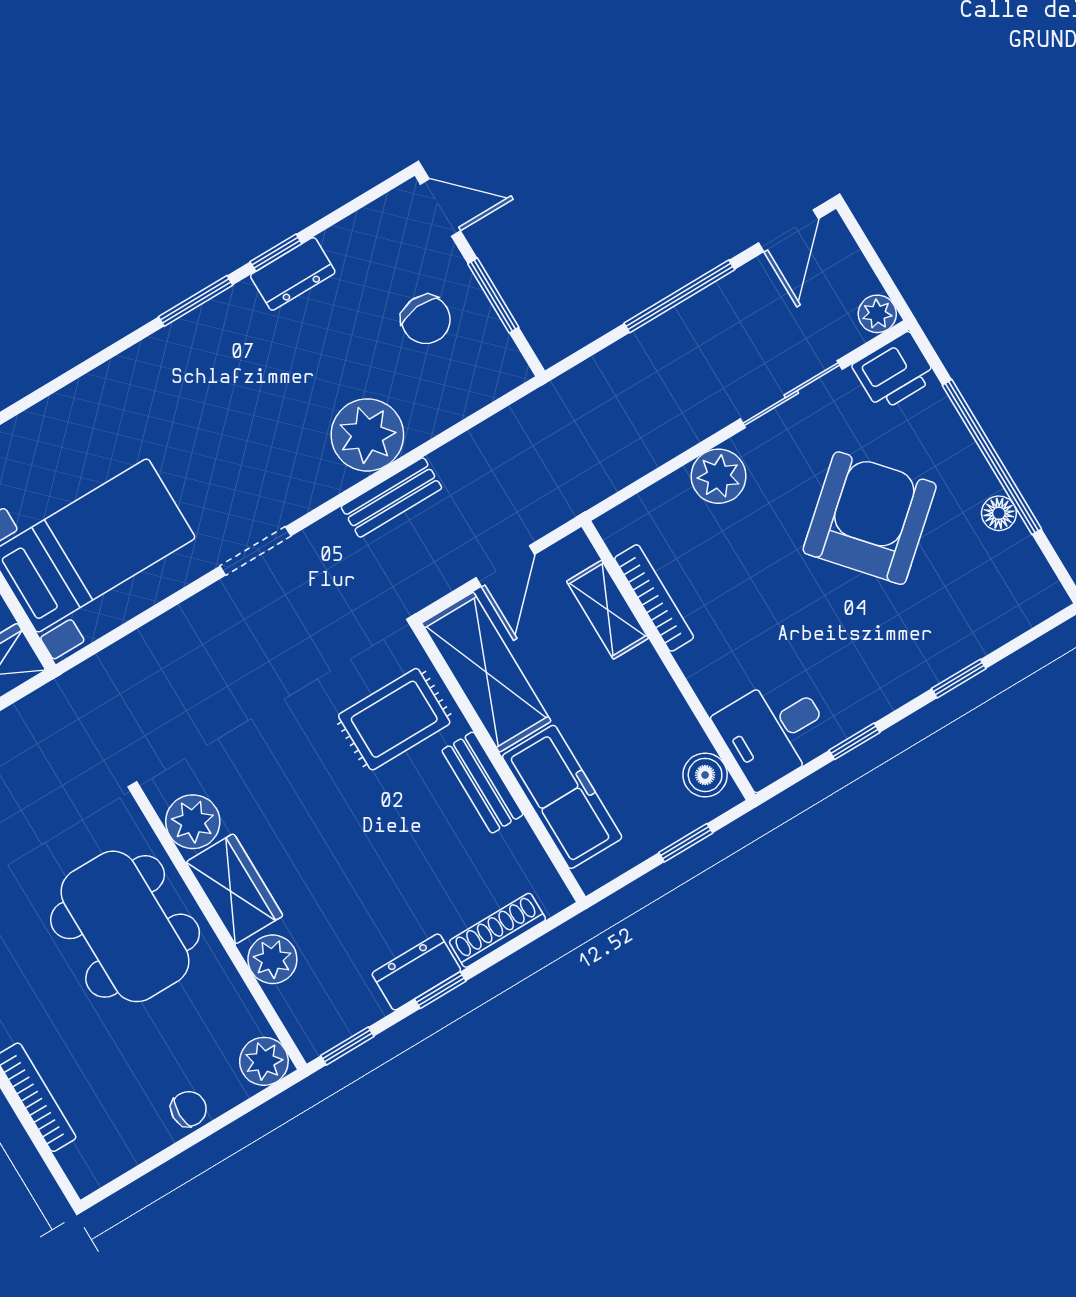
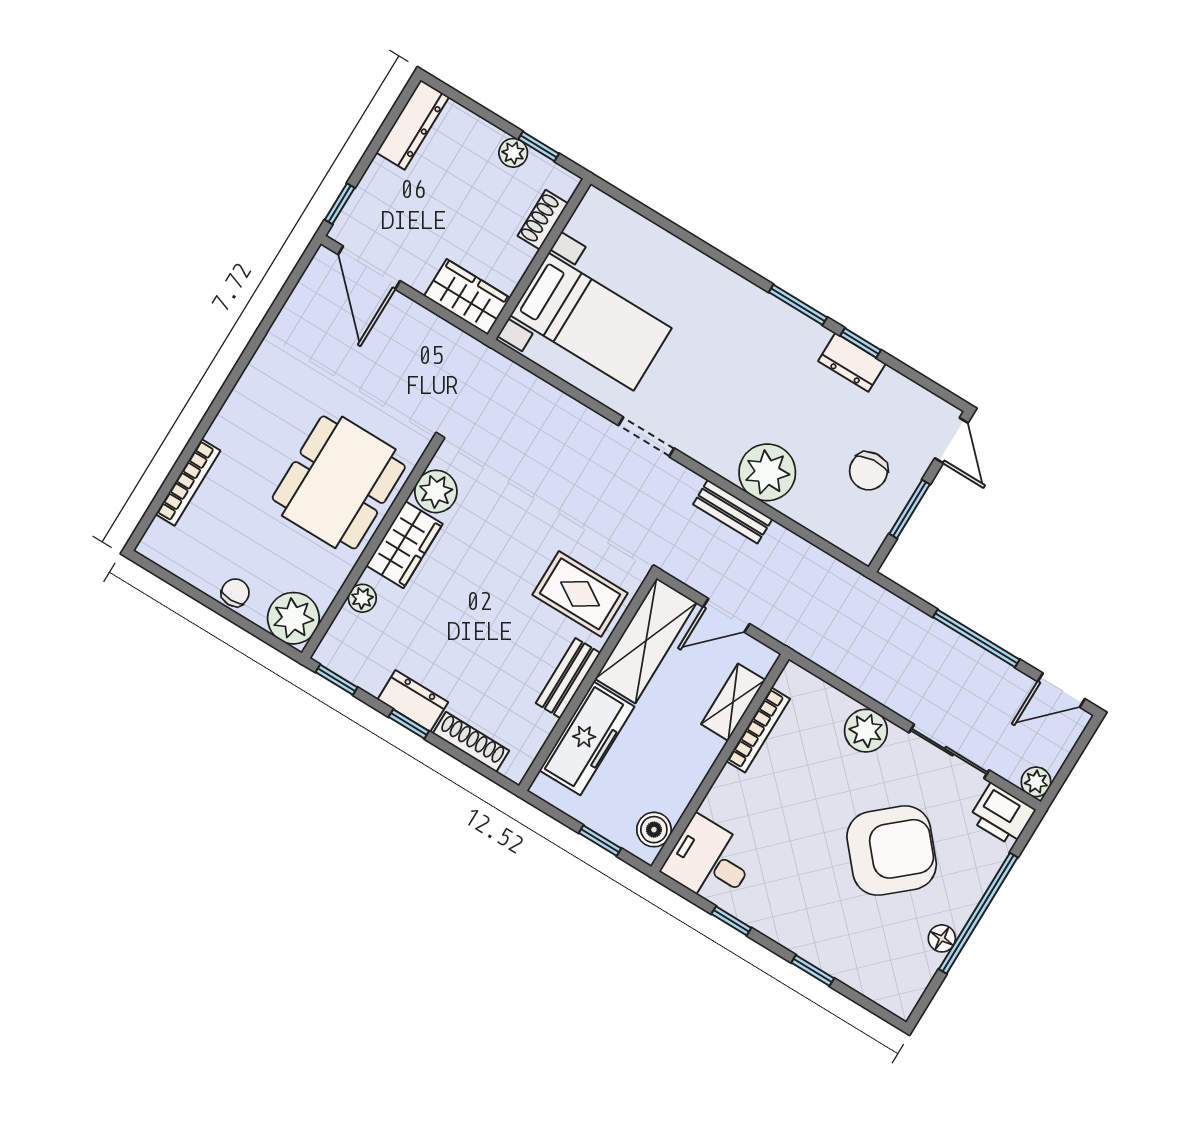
plant: (272, 959) -> (362, 598), width x0.73, depth x0.73
plant: (264, 1061) -> (293, 618), width x1.36, depth x1.36
chair: (189, 1109) -> (235, 593), turned -90

